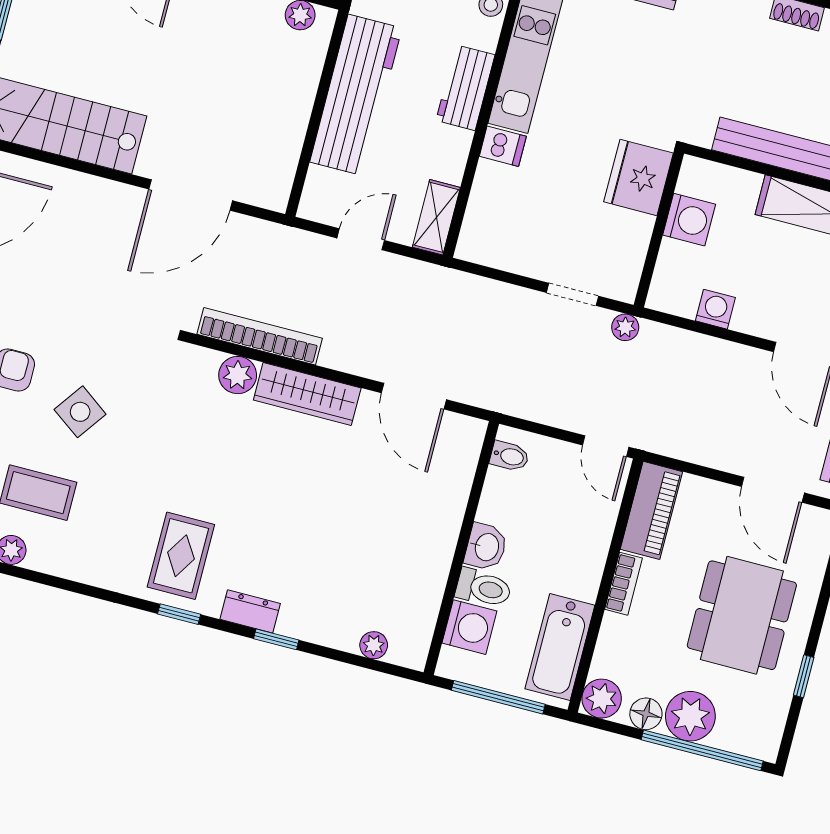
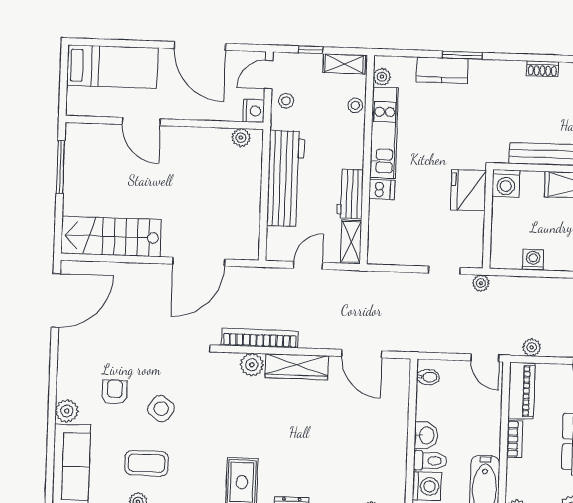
workbench: (465, 88) -> (350, 194), moved
washing machine: (689, 220) -> (506, 183), moved, turned 90
plant: (682, 446) -> (532, 347), added

